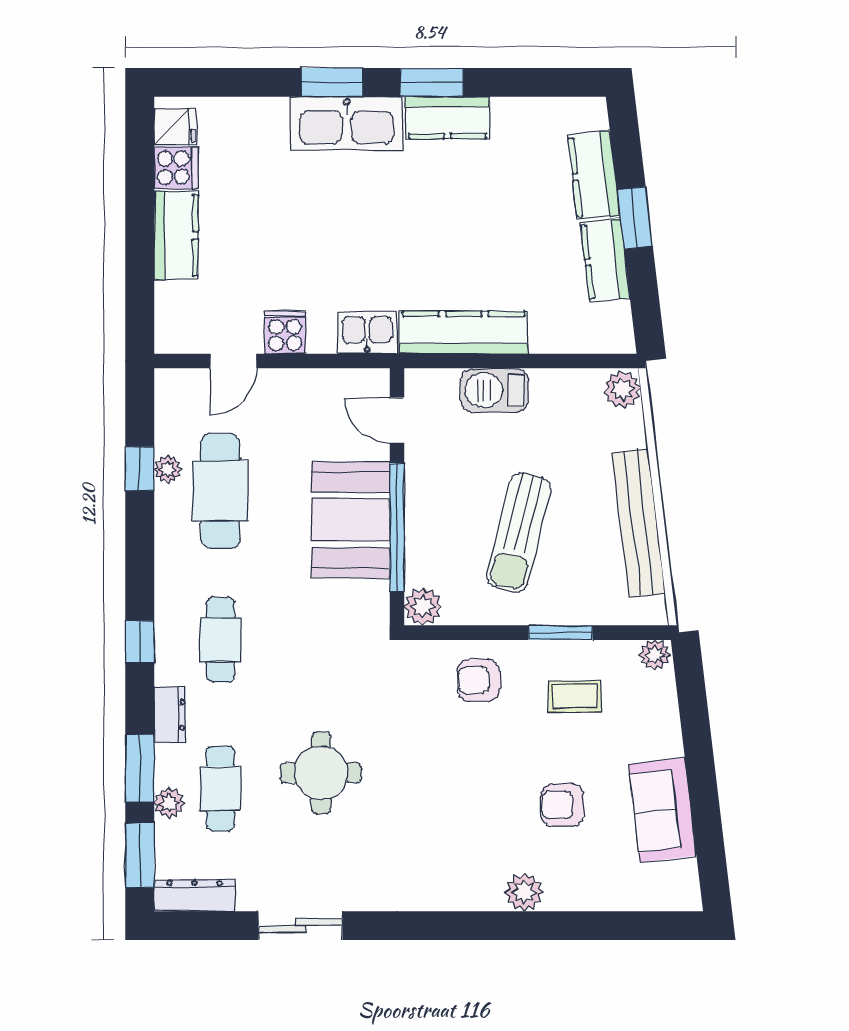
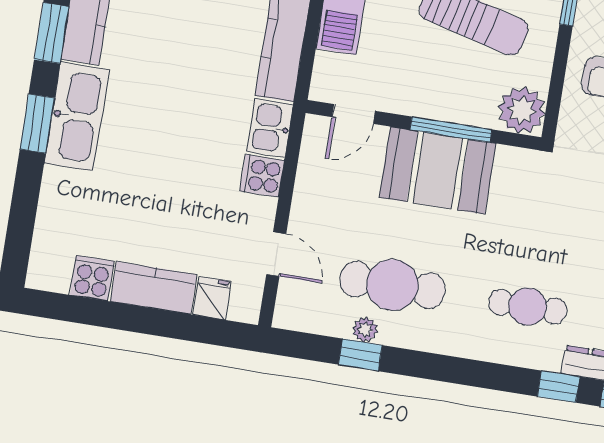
fridge: (175, 126) -> (212, 298), moved
cooker: (285, 333) -> (262, 176), moved
window: (397, 527) -> (451, 130), width x0.68
plant: (423, 607) -> (522, 110), width x1.36, depth x1.36
window: (140, 642) -> (558, 387), moved

